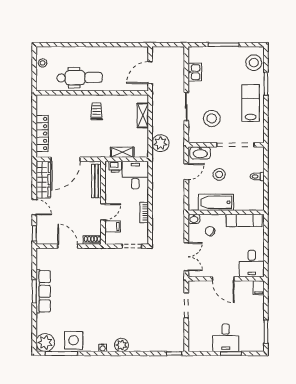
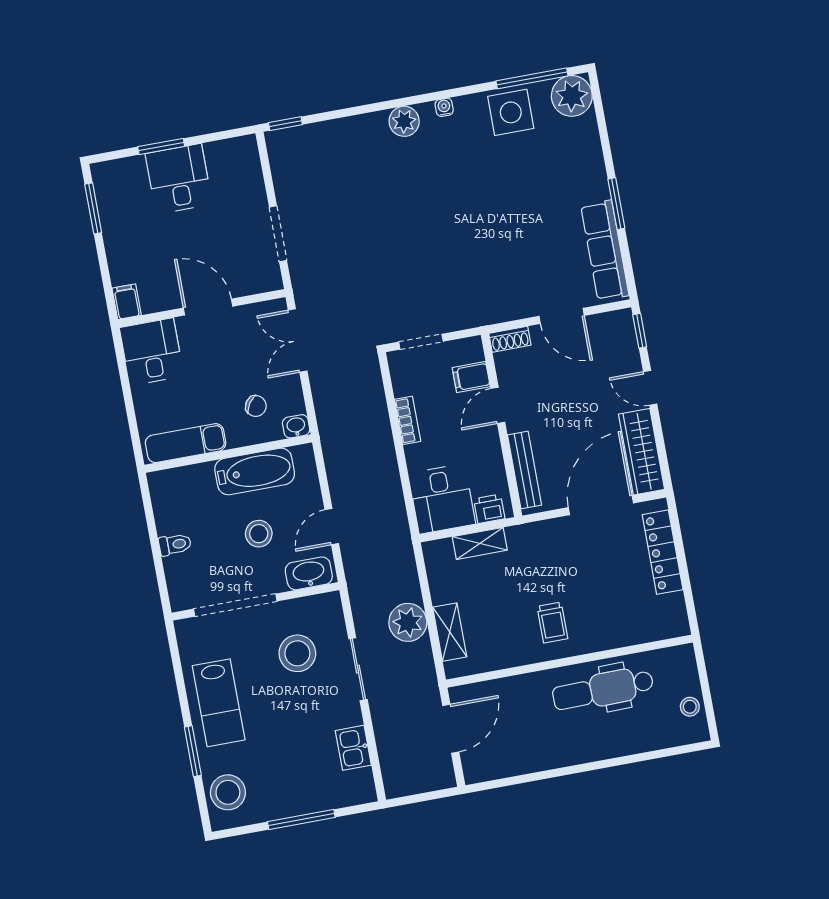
plant: (160, 143) -> (408, 622), moved
row of seats: (43, 291) -> (605, 250), moved

